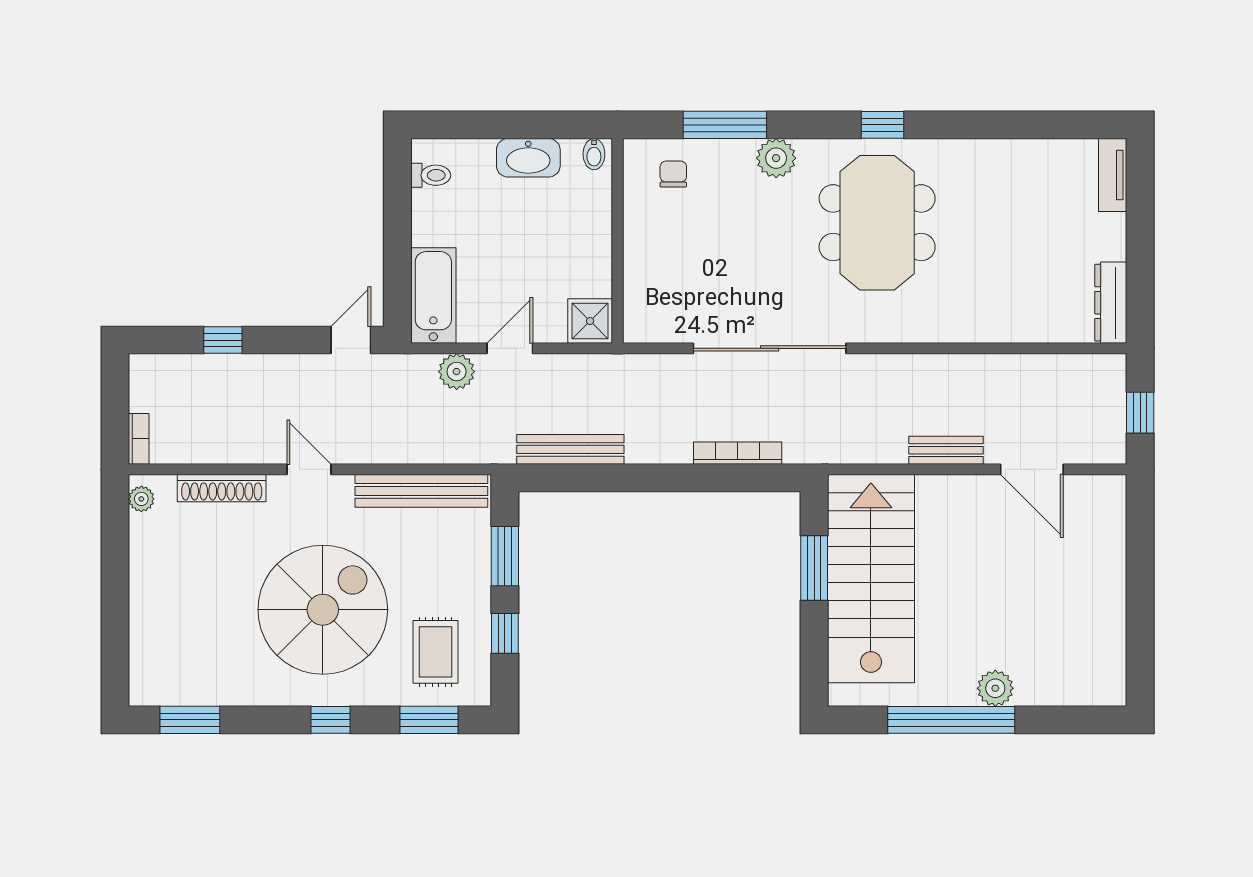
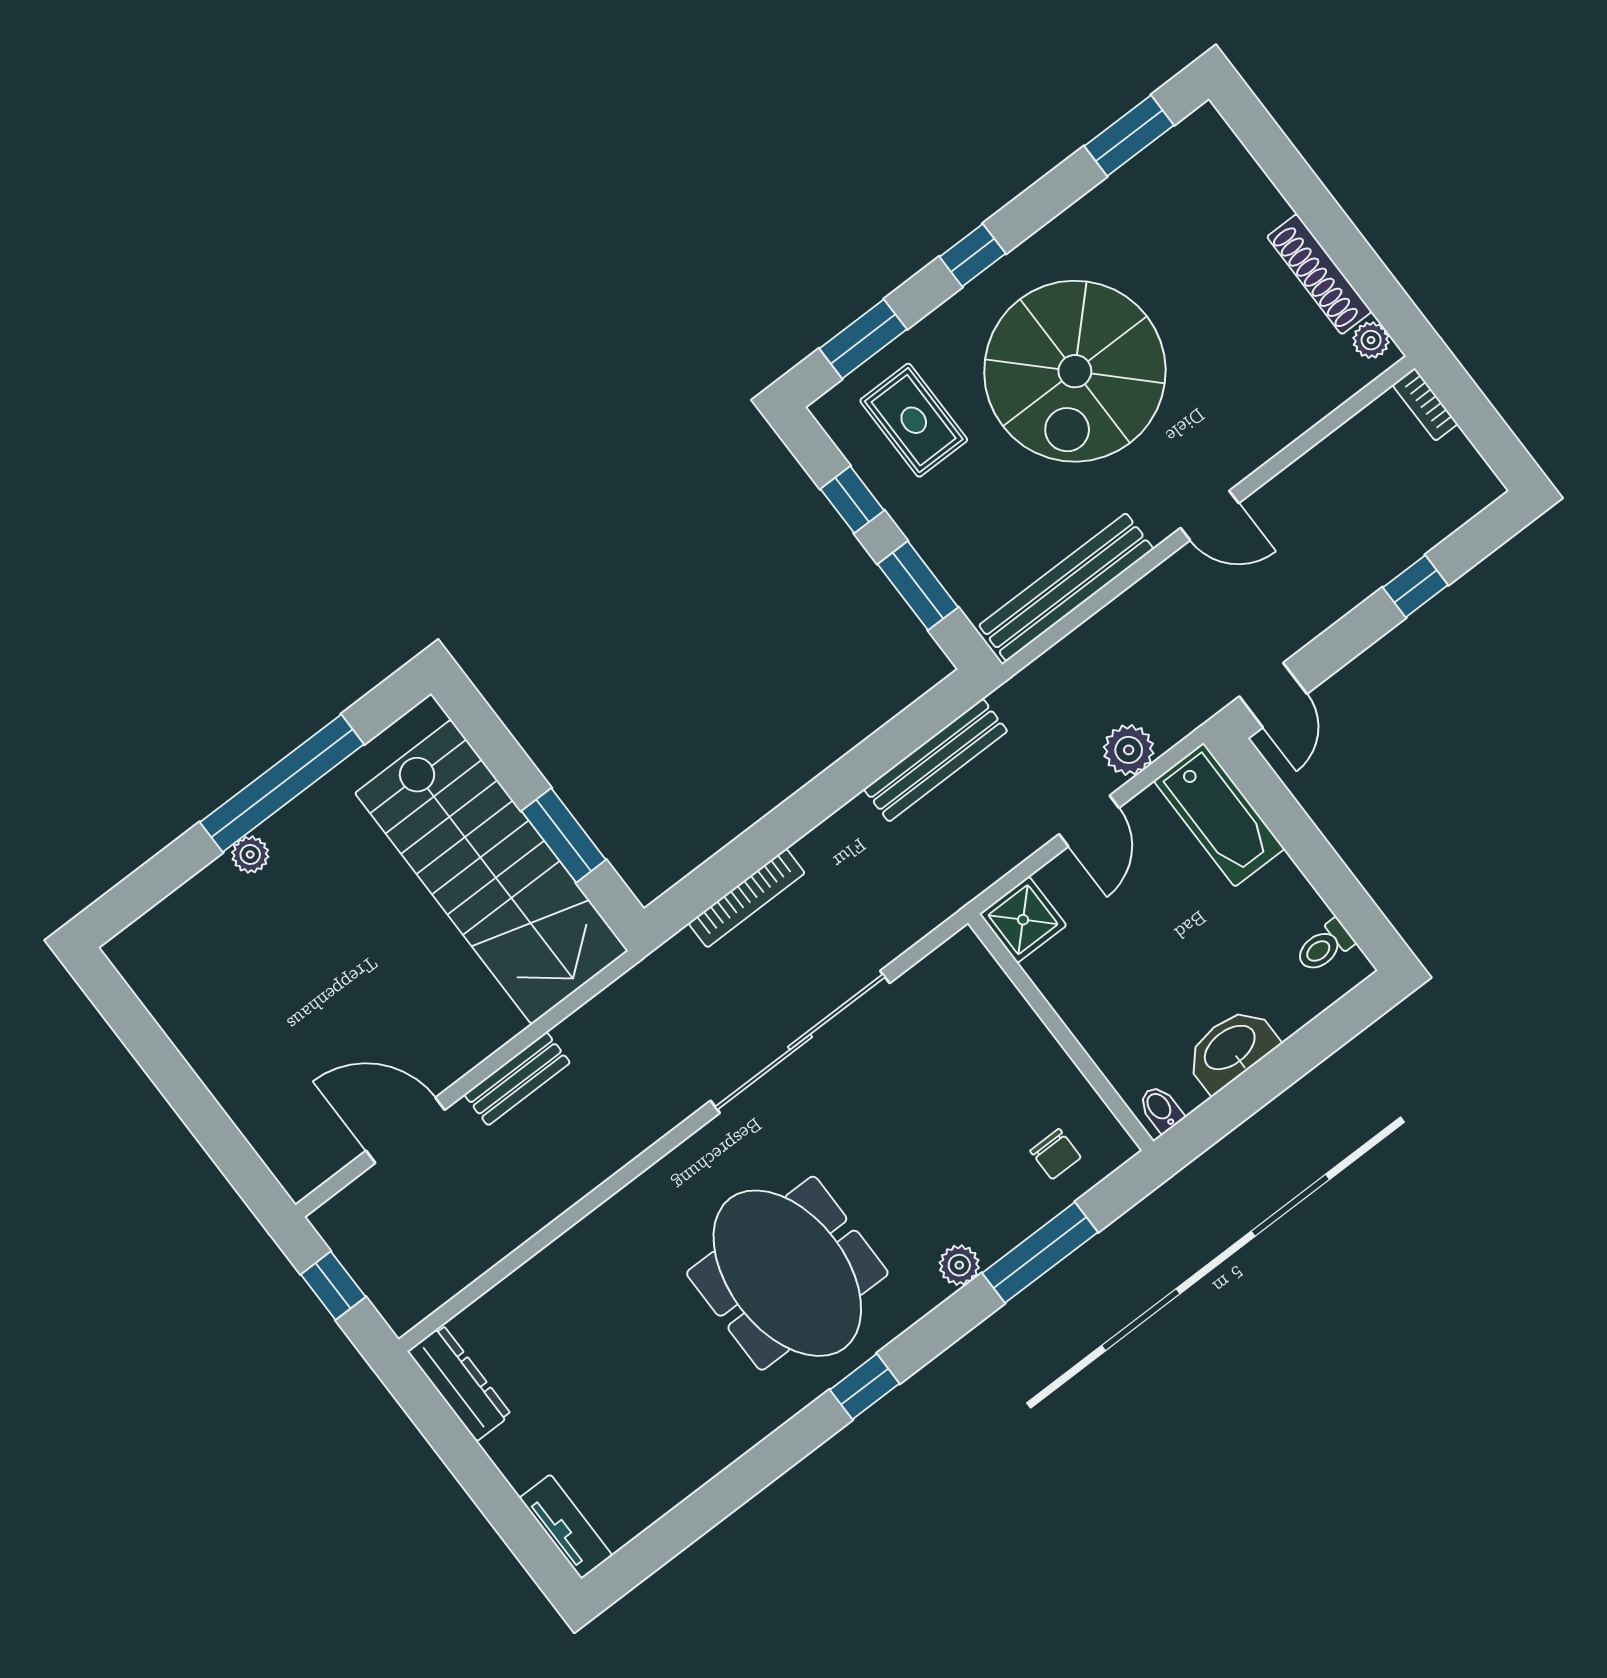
plant: (776, 158) -> (959, 1265), width x0.73, depth x0.73
shoe rack: (222, 488) -> (1319, 274), moved, turned -90
plant: (995, 688) -> (250, 855), width x0.73, depth x0.73

